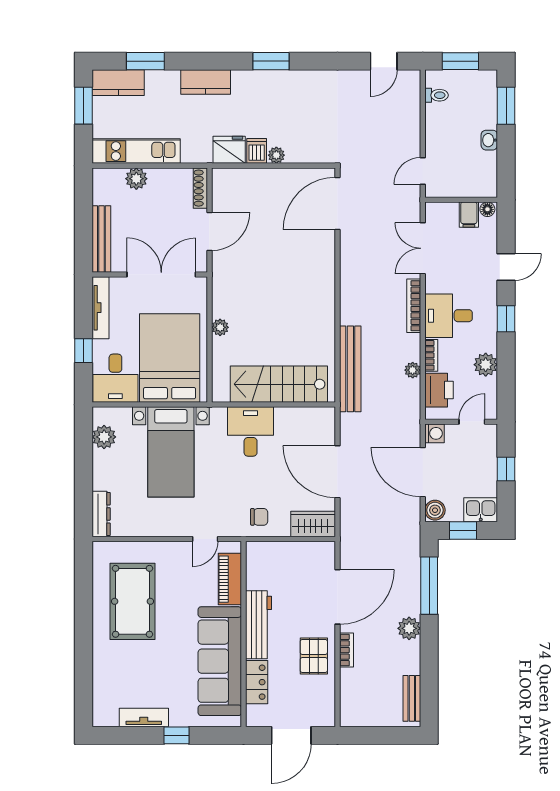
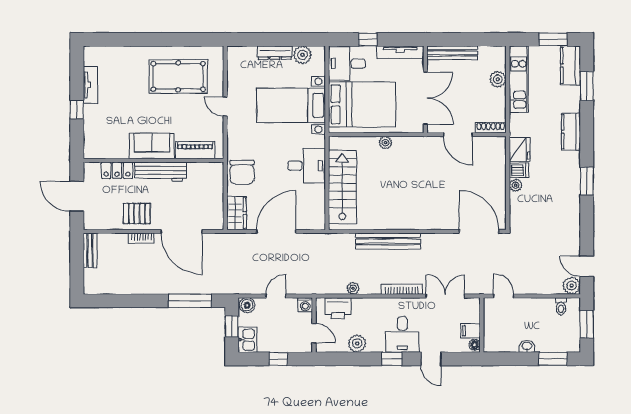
desk: (449, 316) -> (402, 335), moved, turned 180
bookcase: (431, 355) -> (364, 302), removed
bench: (350, 369) -> (388, 241), moved
door: (423, 472) -> (276, 296), width x0.53
dresser: (101, 514) -> (275, 53), moved
chair: (259, 517) -> (242, 172), width x1.87, depth x1.87
door: (205, 539) -> (225, 107), moved
plant: (409, 628) -> (572, 286), moved
sofa: (220, 661) -> (152, 146), width x0.54, depth x0.79
bench: (412, 698) -> (90, 250), moved, turned 90

